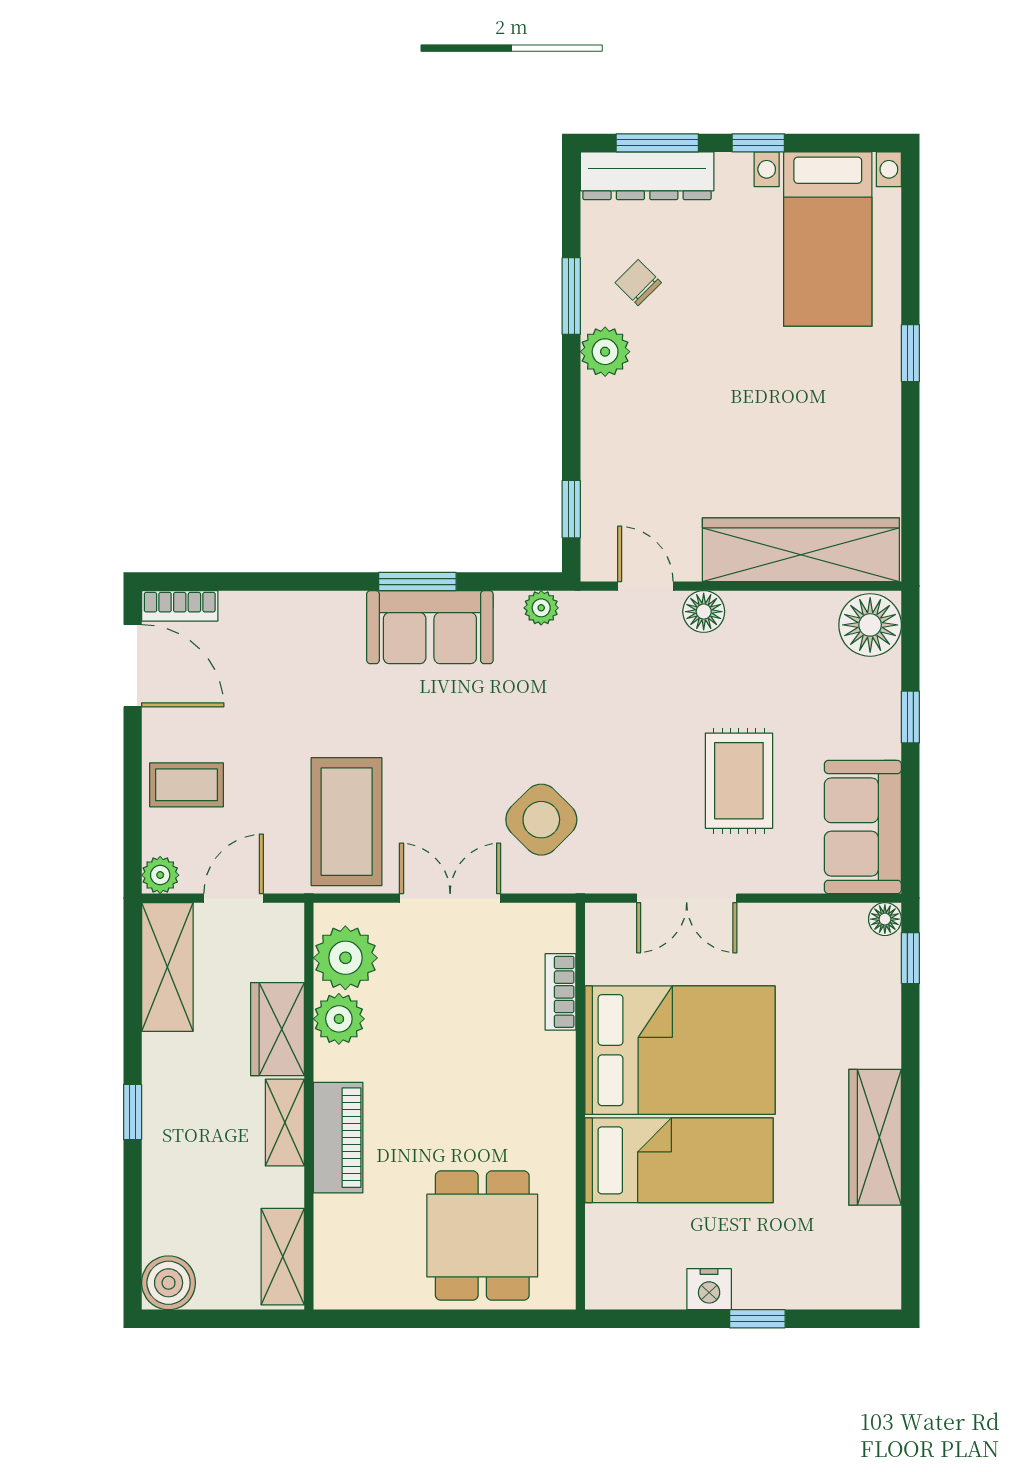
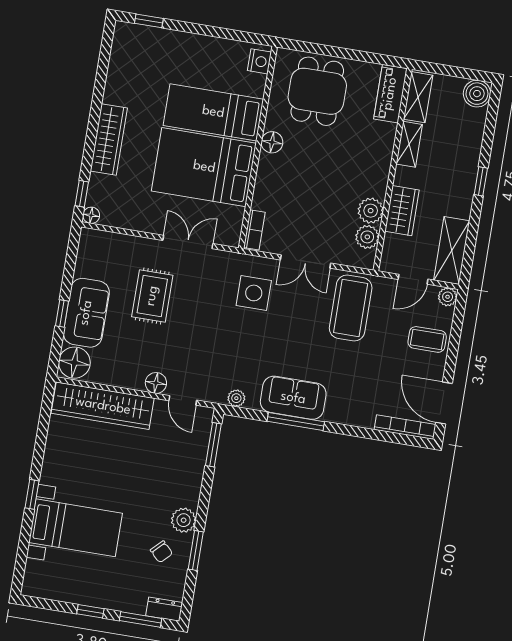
dresser: (647, 176) -> (164, 609), width x0.51, depth x0.80
bed with nightstands: (828, 239) -> (76, 528), moved, turned 90
window: (571, 509) -> (213, 445), width x1.50
window: (417, 582) -> (296, 421), width x1.44
bookcase: (180, 606) -> (405, 427), width x1.56
side table: (541, 820) -> (254, 293), turned 45
sofa: (863, 827) -> (86, 313), moved
plant: (345, 958) -> (367, 237), width x0.73, depth x0.73
bookcase: (560, 992) -> (254, 230), moved
floor lamp: (554, 1121) -> (272, 142), added
shelving: (285, 1123) -> (409, 144), moved
wardrobe: (875, 1137) -> (109, 139), moved
piano: (338, 1138) -> (390, 94), moved
nightstand: (709, 1289) -> (259, 61), moved, turned 90
window: (757, 1319) -> (149, 21), moved

